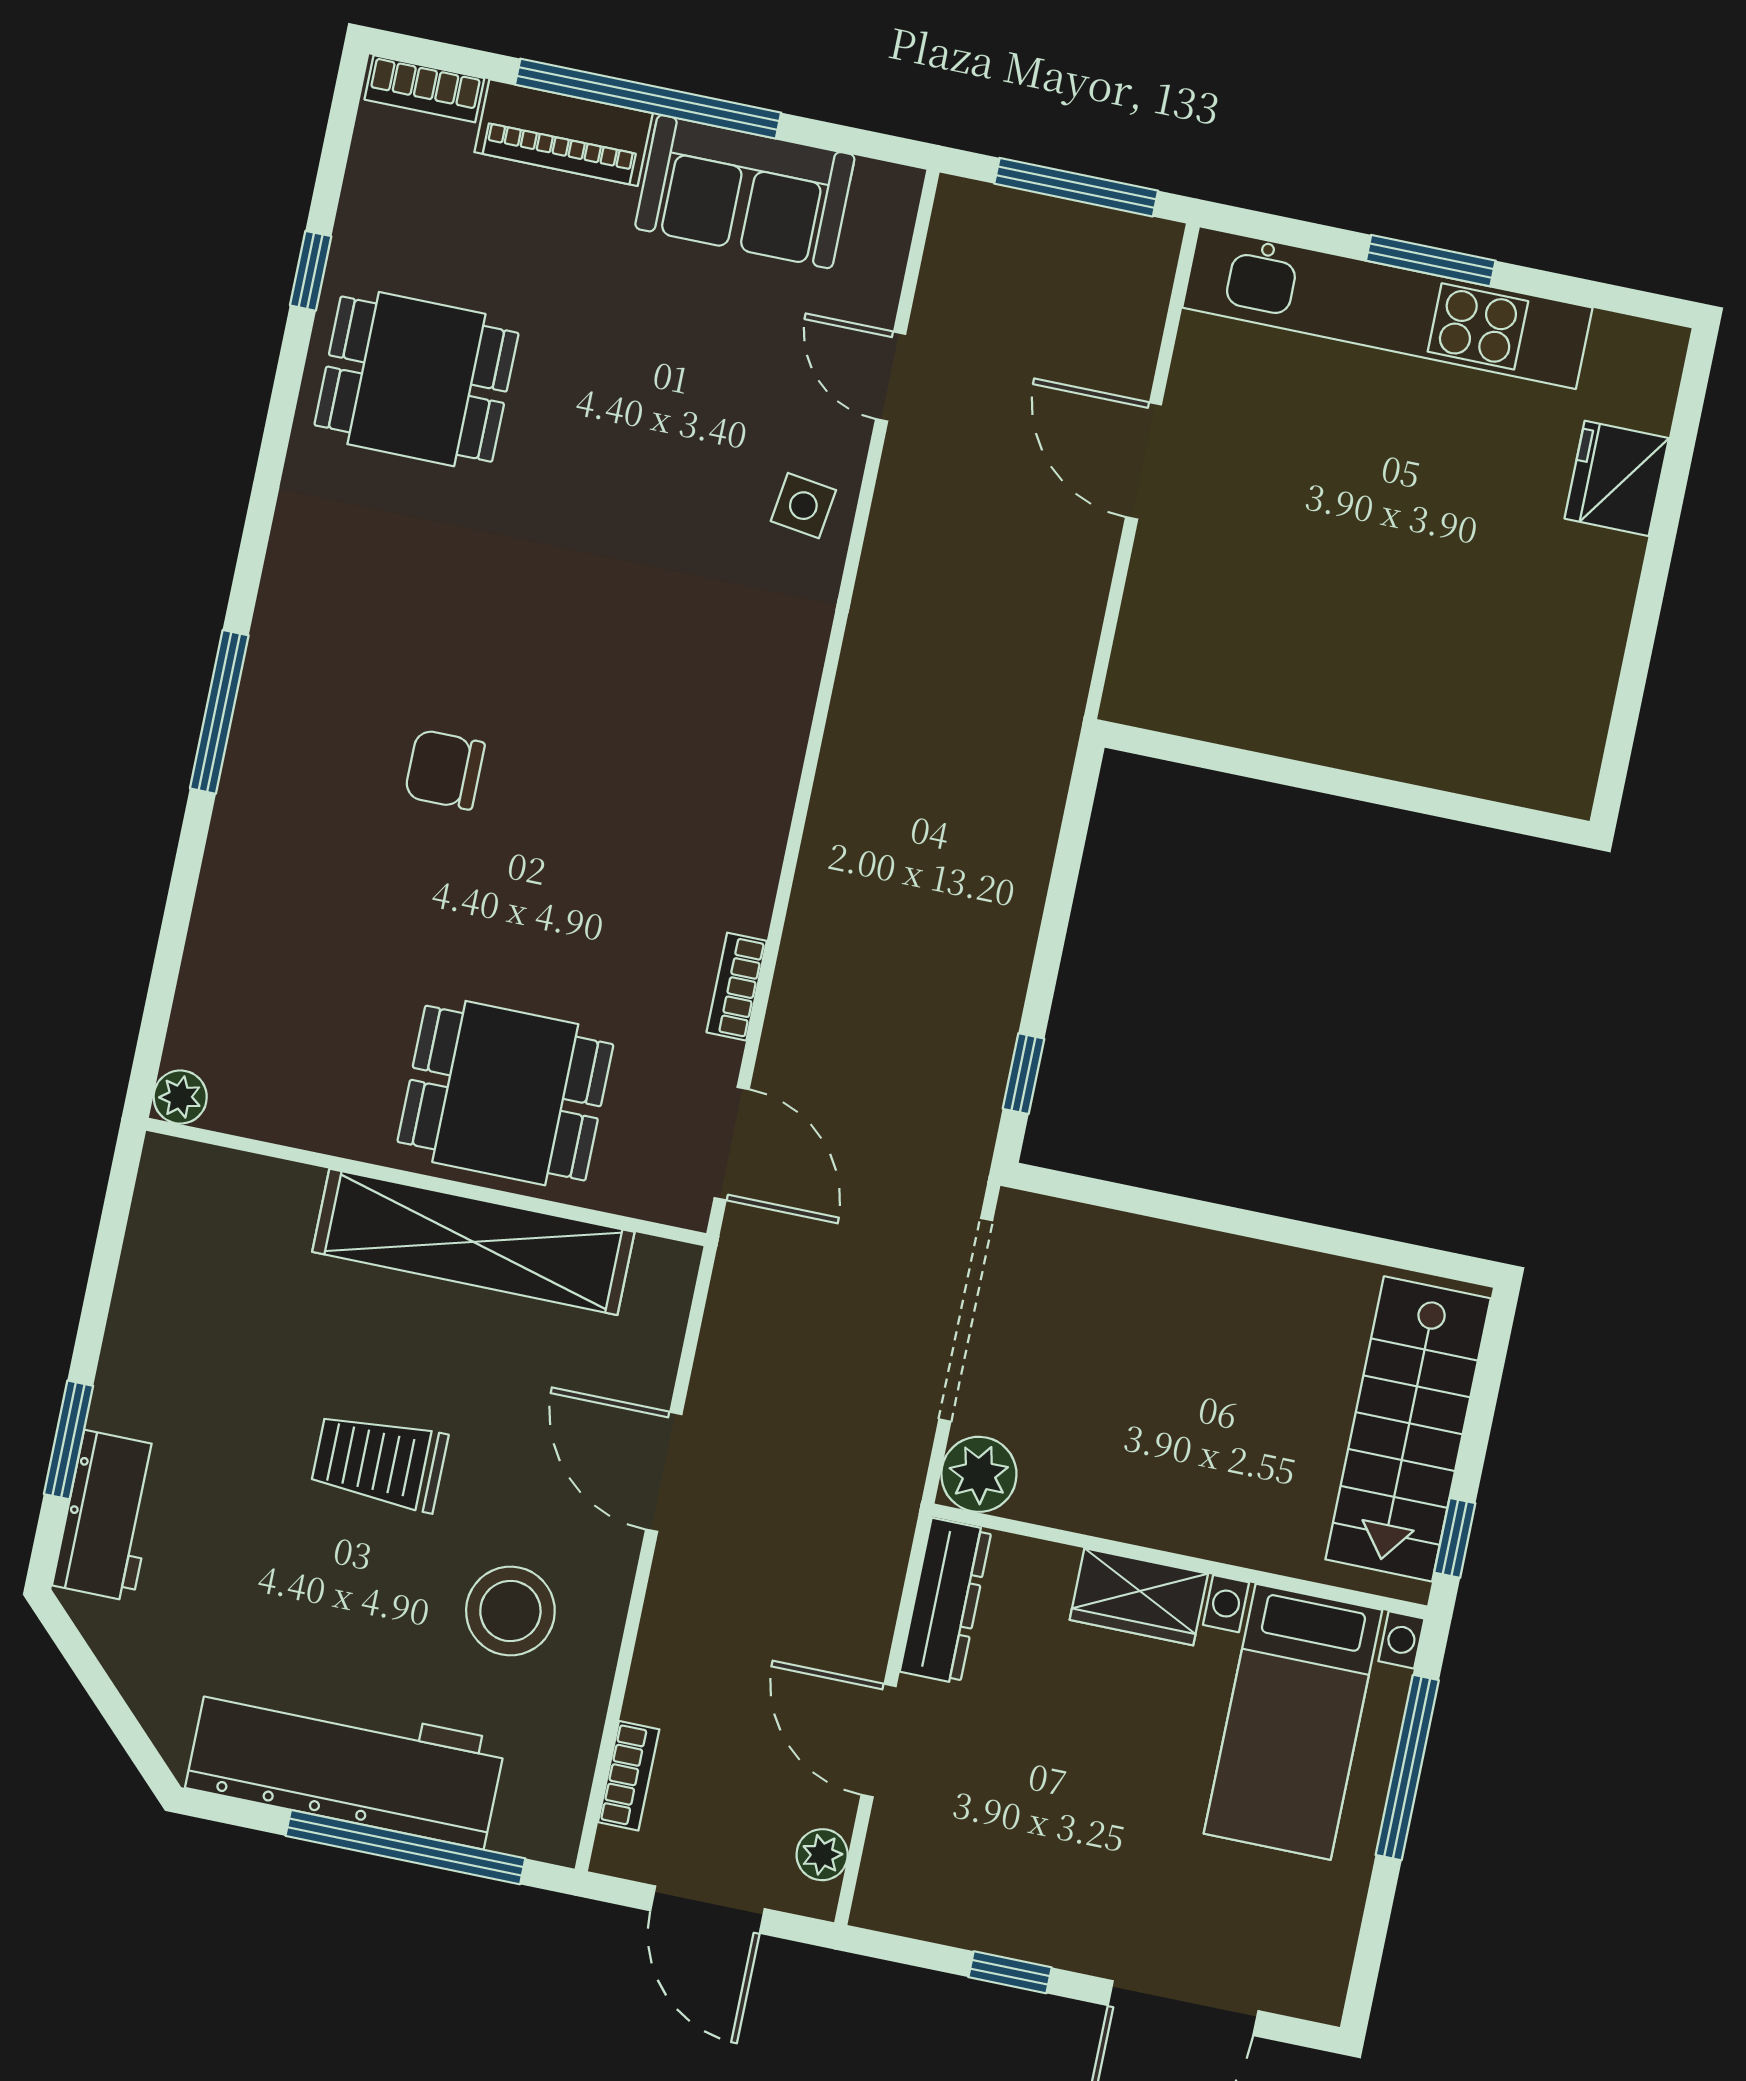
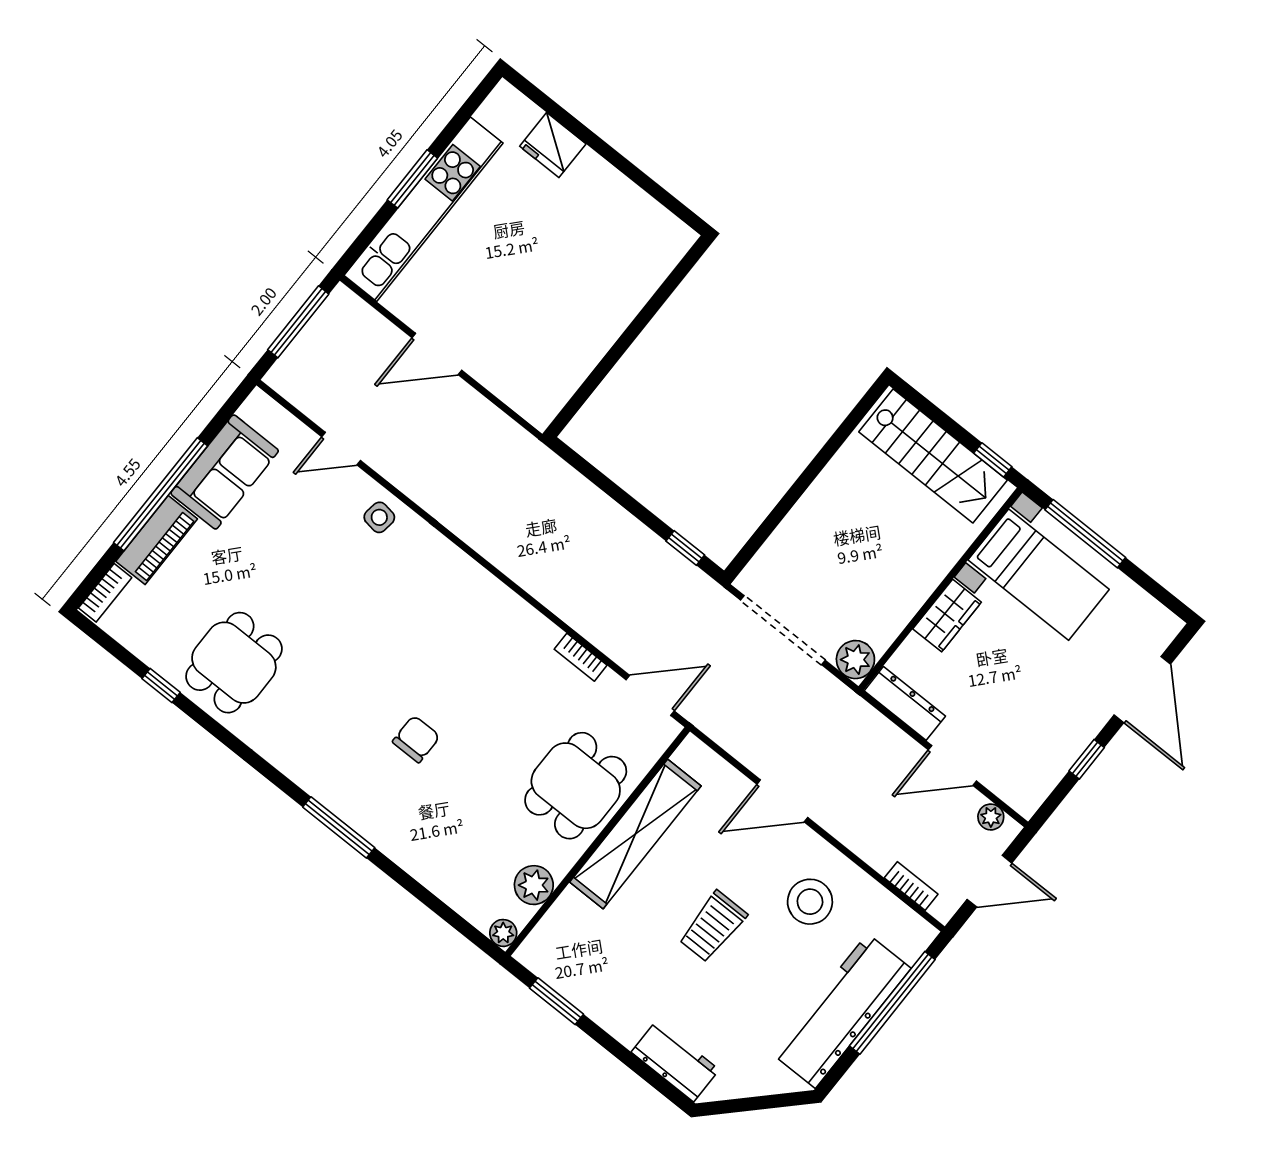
chair: (445, 770) -> (416, 739), turned 180
plant: (292, 1108) -> (534, 885), added
window: (68, 1440) -> (556, 1001), moved

